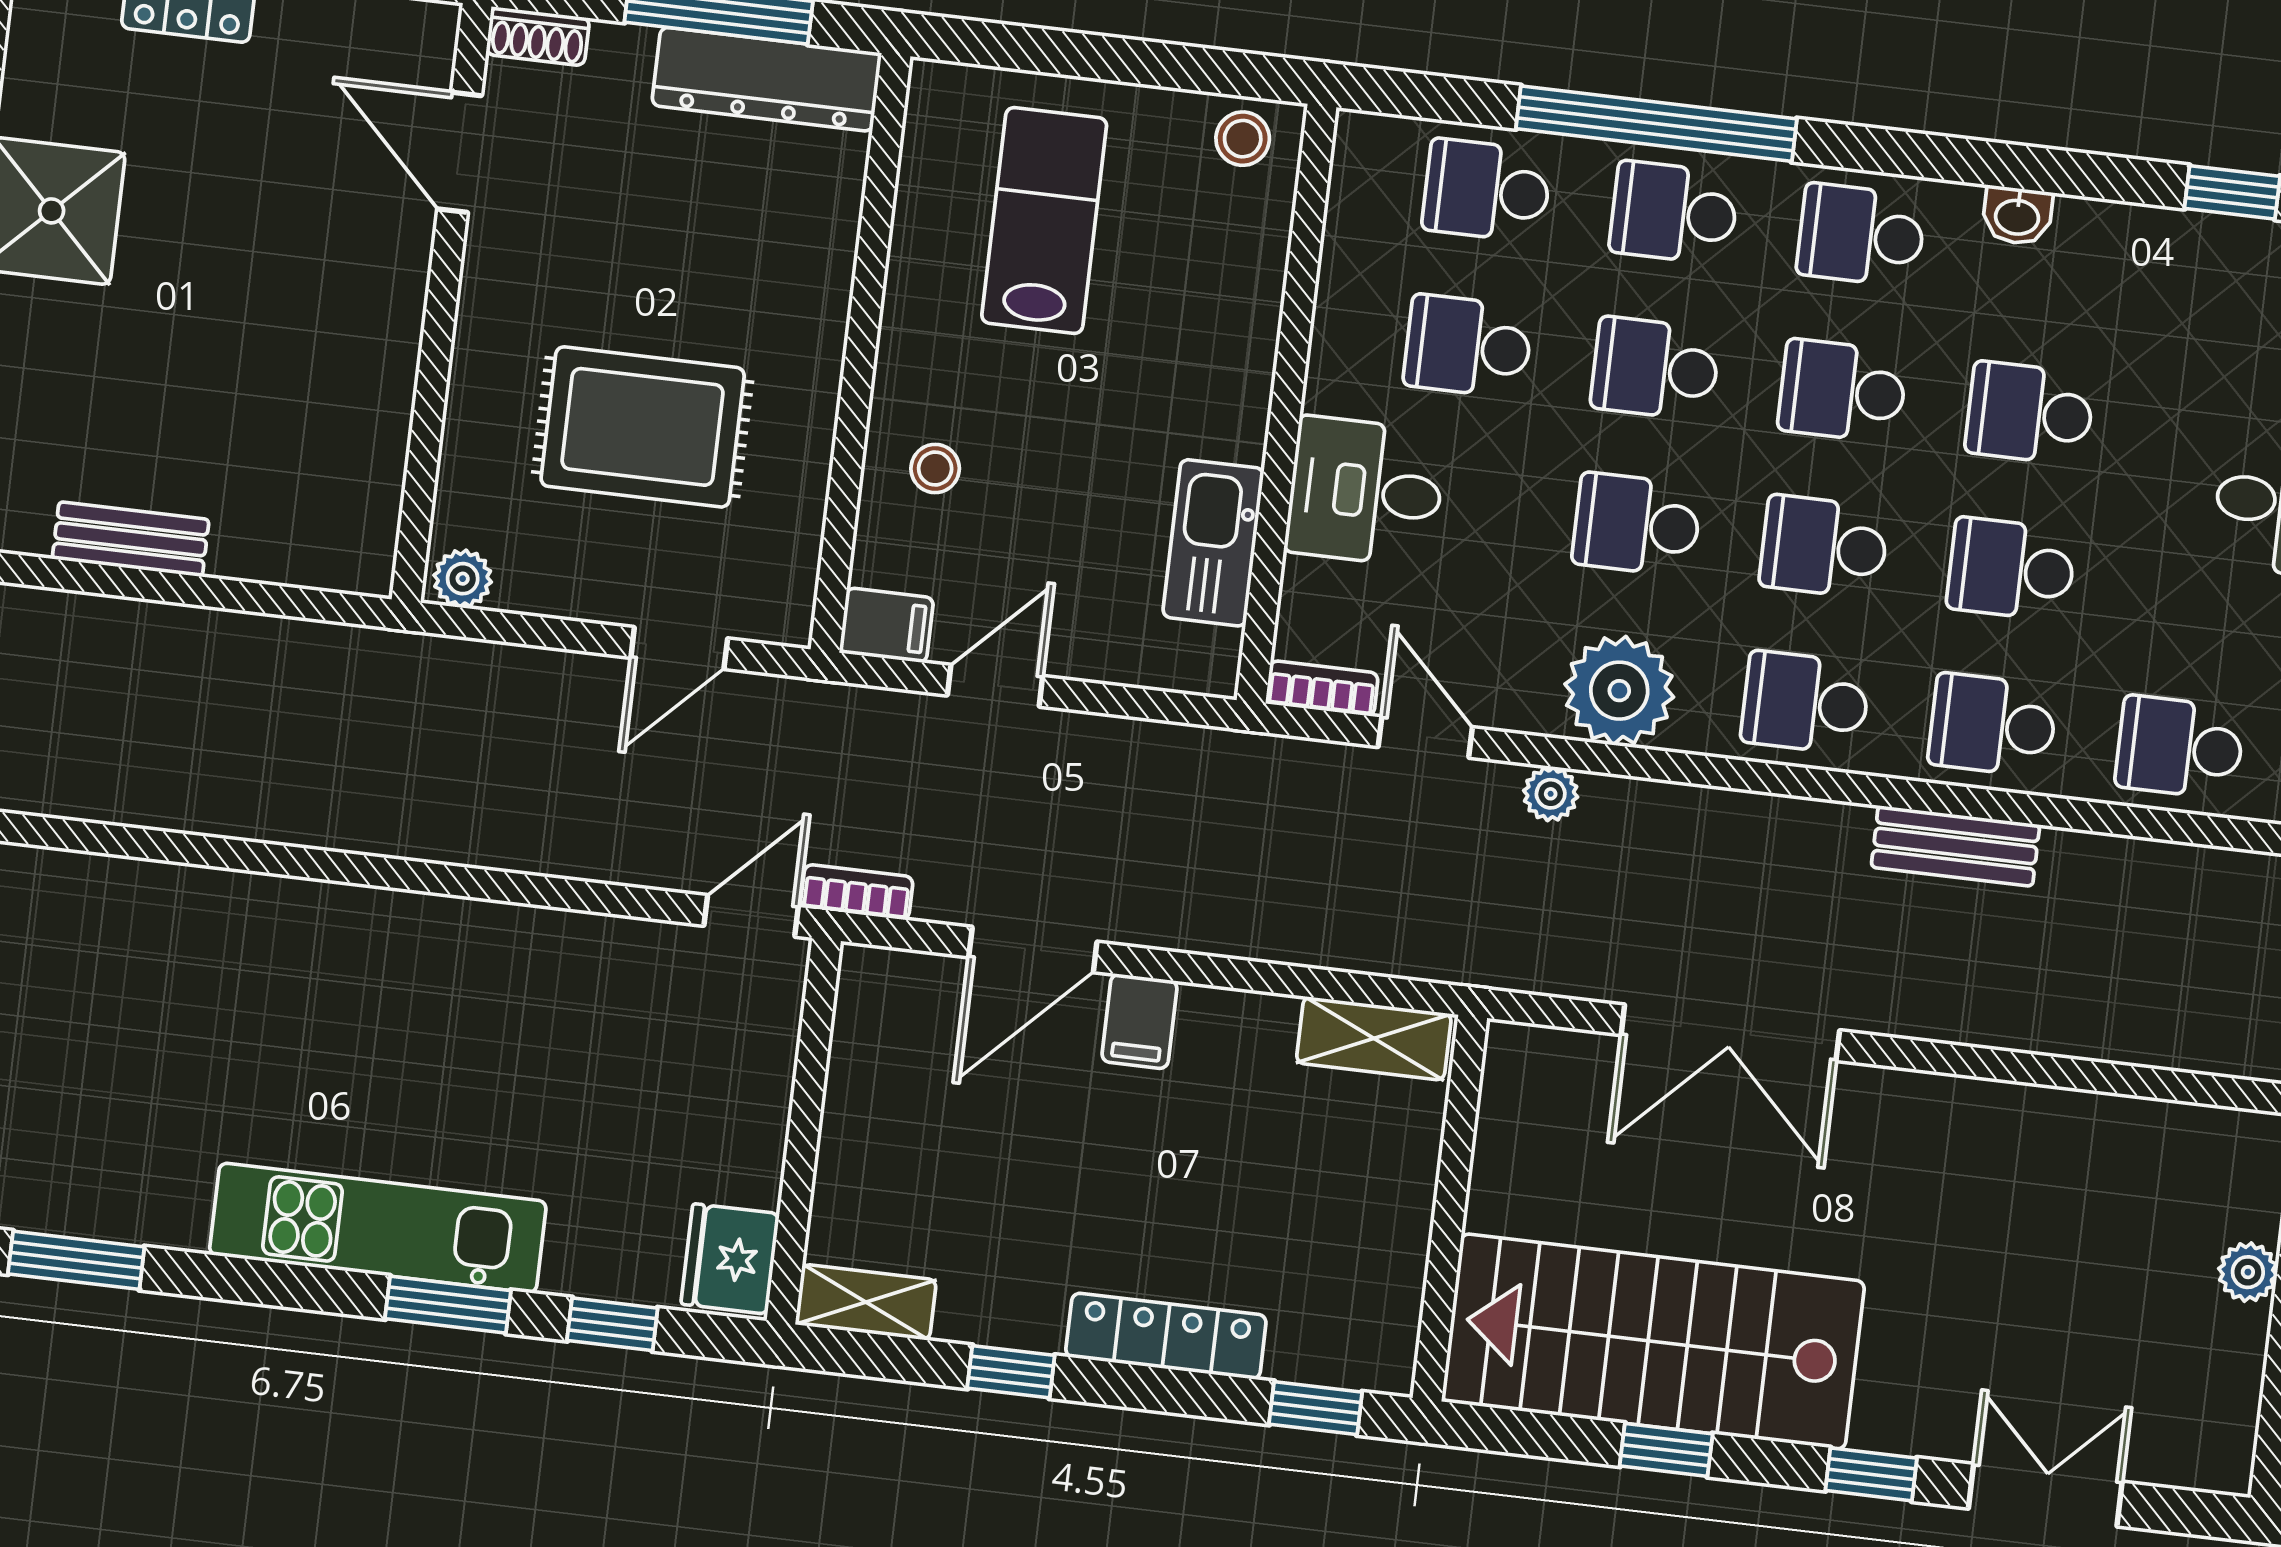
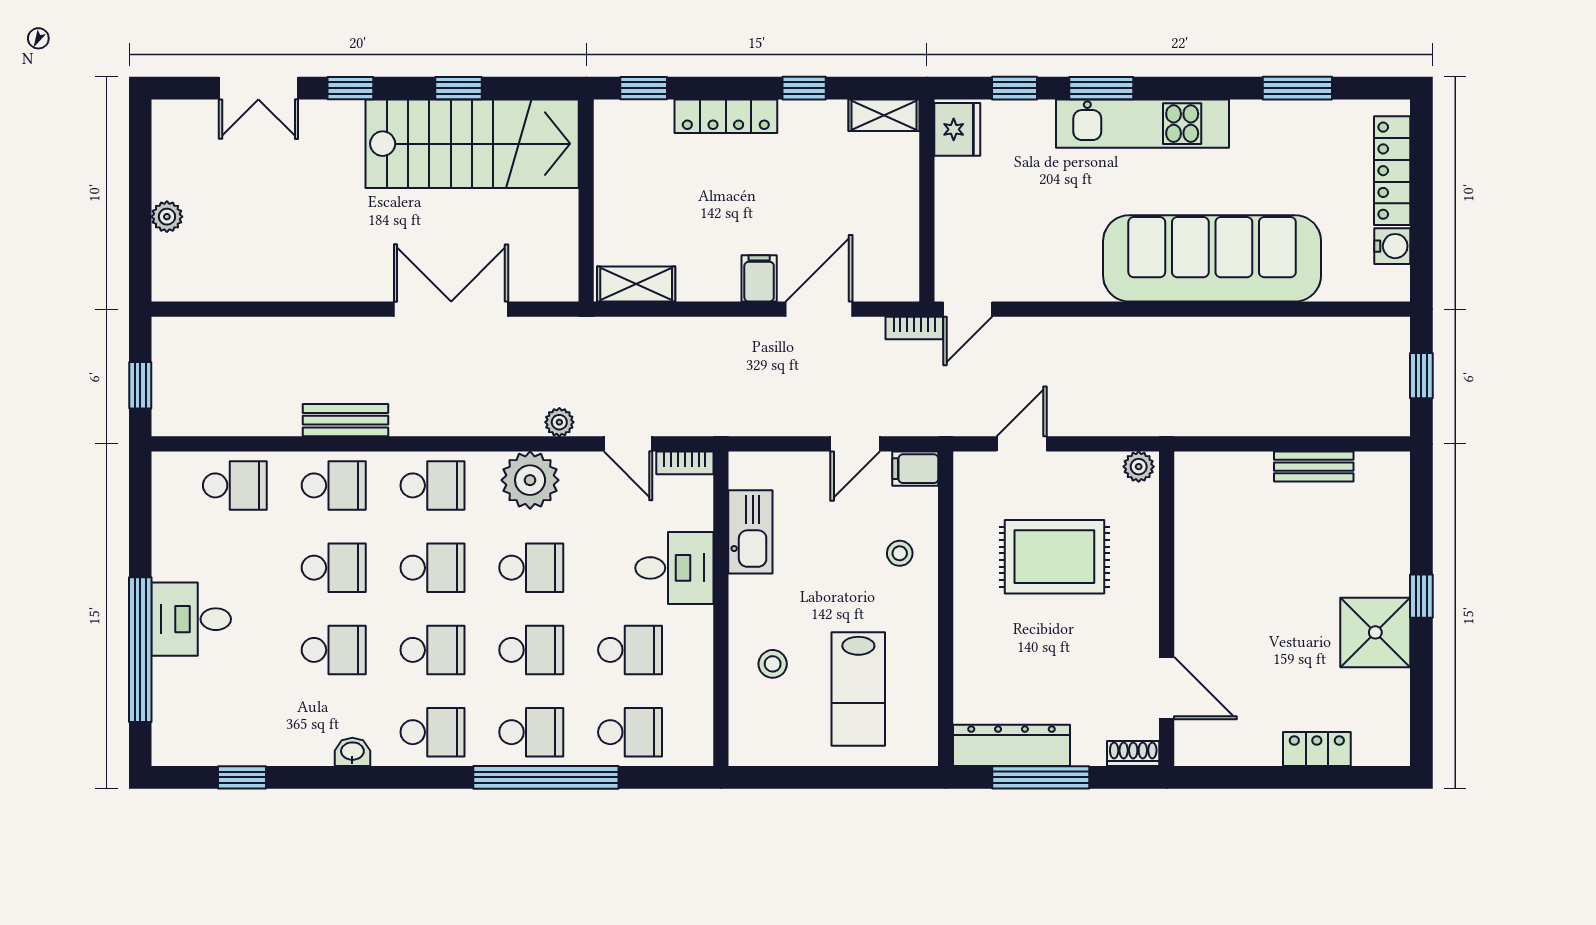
stool: (1243, 139) -> (773, 664), moved
sofa: (276, 957) -> (1212, 258), added

